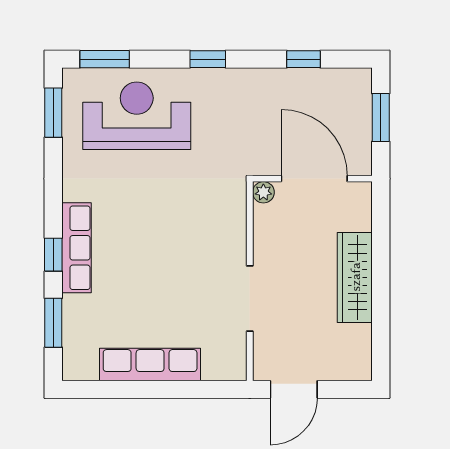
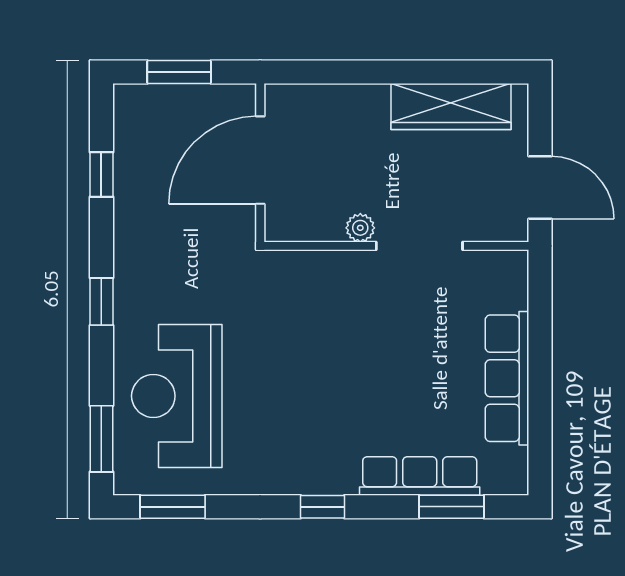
plant: (263, 192) -> (360, 228), moved
row of seats: (76, 248) -> (420, 476), moved
window: (53, 255) -> (322, 507), moved
wardrobe: (355, 277) -> (451, 107), moved

